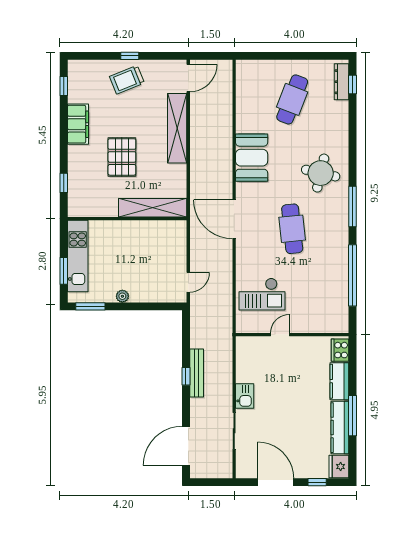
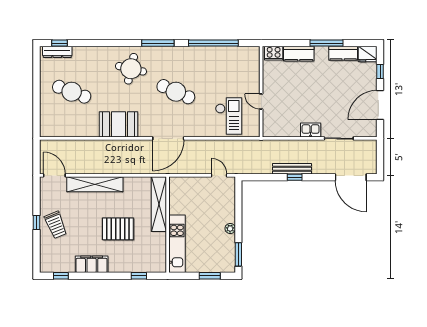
cafe table: (292, 229) -> (176, 92), turned 30
kitchen unit: (78, 256) -> (177, 244), moved, turned 90
kitchen counter: (340, 428) -> (343, 53), width x0.67

